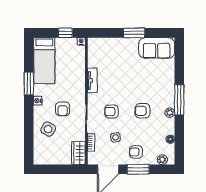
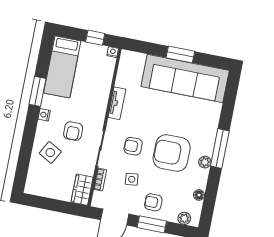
sofa: (157, 48) -> (185, 78), width x1.85, depth x1.27
armchair: (143, 111) -> (172, 153), width x1.88, depth x1.88

